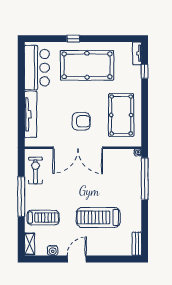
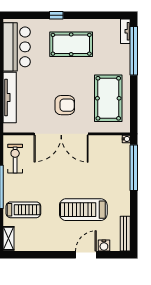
pool table: (87, 65) -> (71, 44), width x0.73, depth x0.76
window: (145, 71) -> (134, 51), width x3.17
bench: (137, 244) -> (125, 234), width x1.36
water cooler: (53, 250) -> (104, 246), moved
door: (77, 259) -> (86, 255), moved

